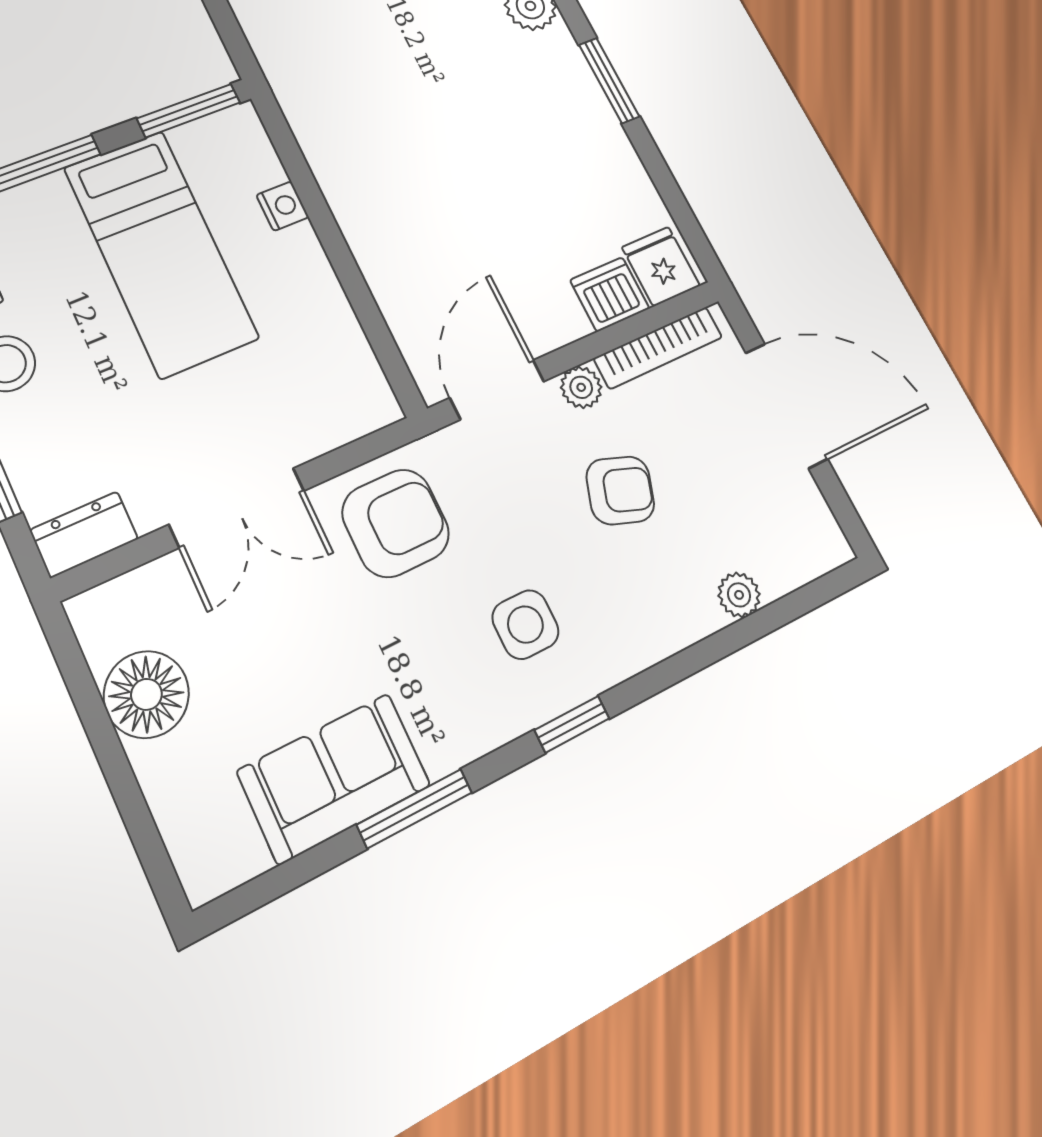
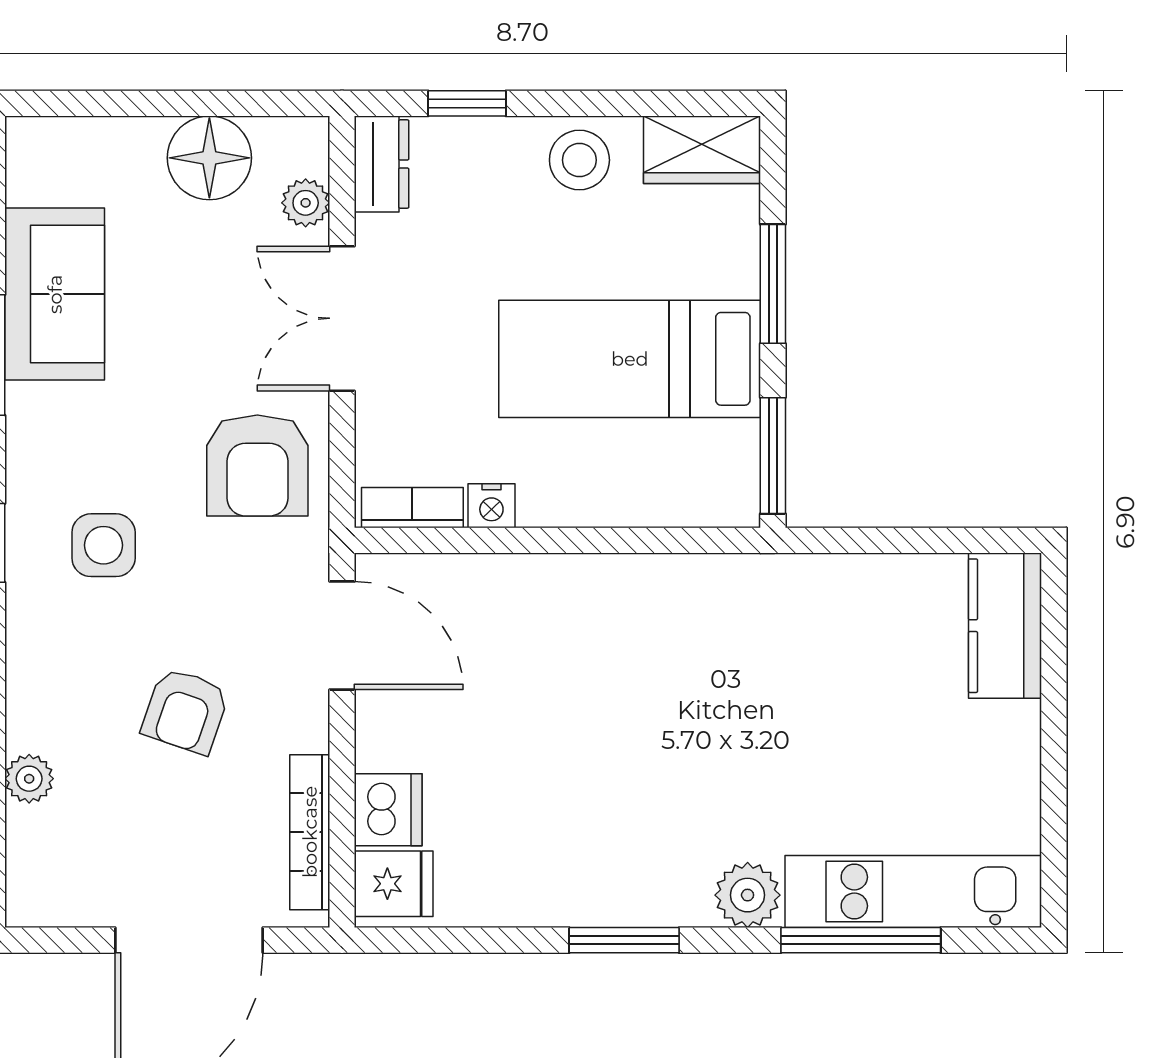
nightstand: (283, 206) -> (491, 506), moved
bookcase: (368, 378) -> (412, 508), added
plant: (581, 387) -> (306, 203), moved

